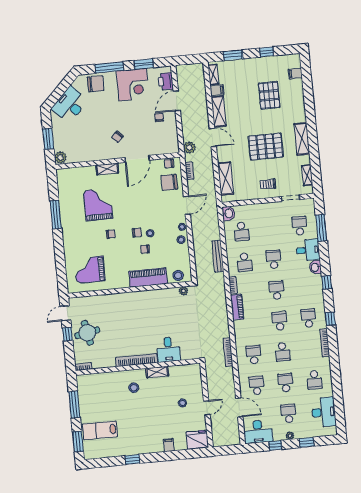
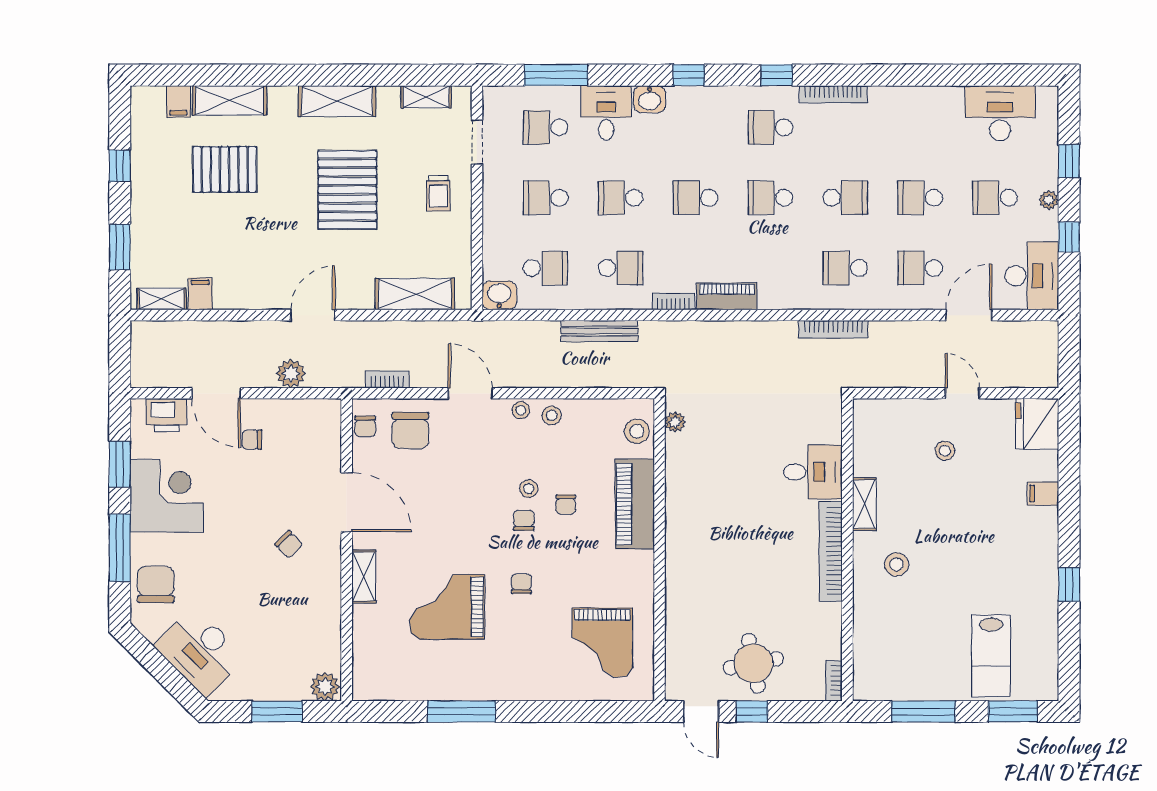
shelving: (219, 111) -> (230, 100), moved
plant: (189, 148) -> (291, 374), moved
school desk: (314, 380) -> (546, 198), moved, turned 180

